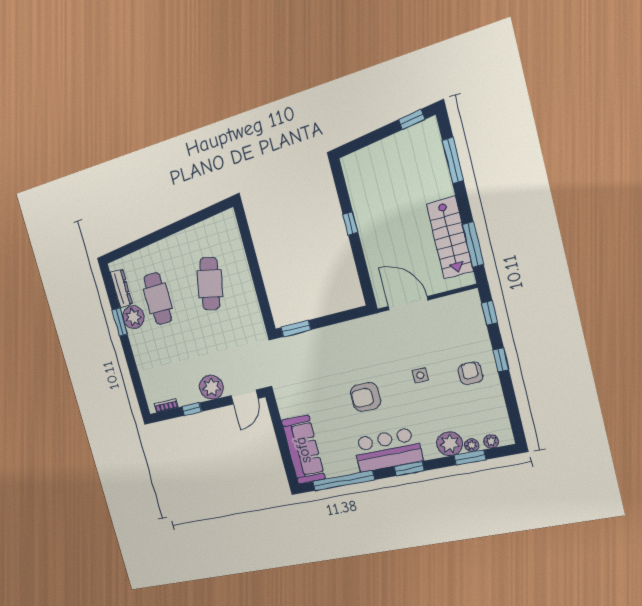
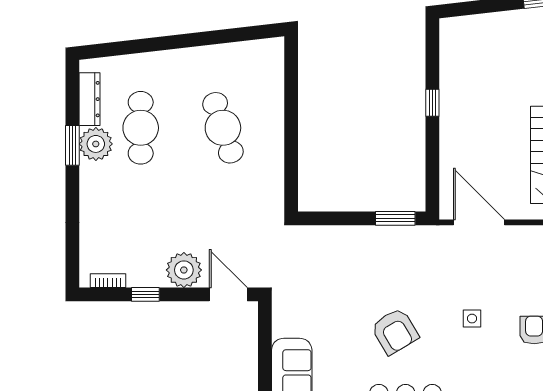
cafe table: (210, 284) -> (223, 128), turned -30
window: (296, 329) -> (395, 218), moved
door: (245, 397) -> (228, 294), swing flipped
armchair: (366, 397) -> (395, 331), turned -121

